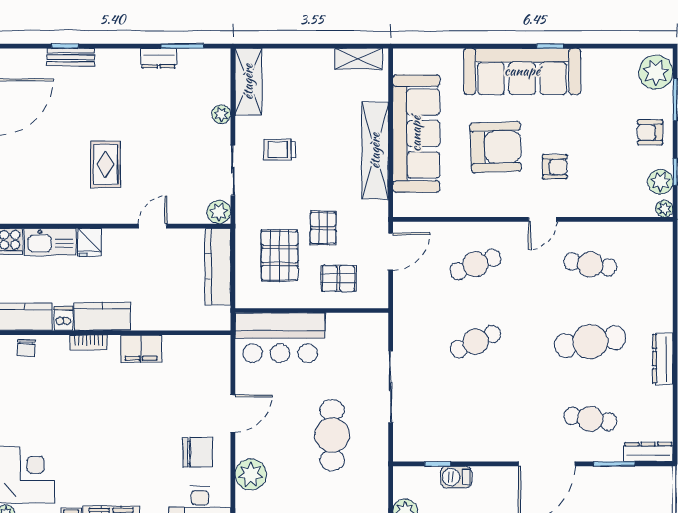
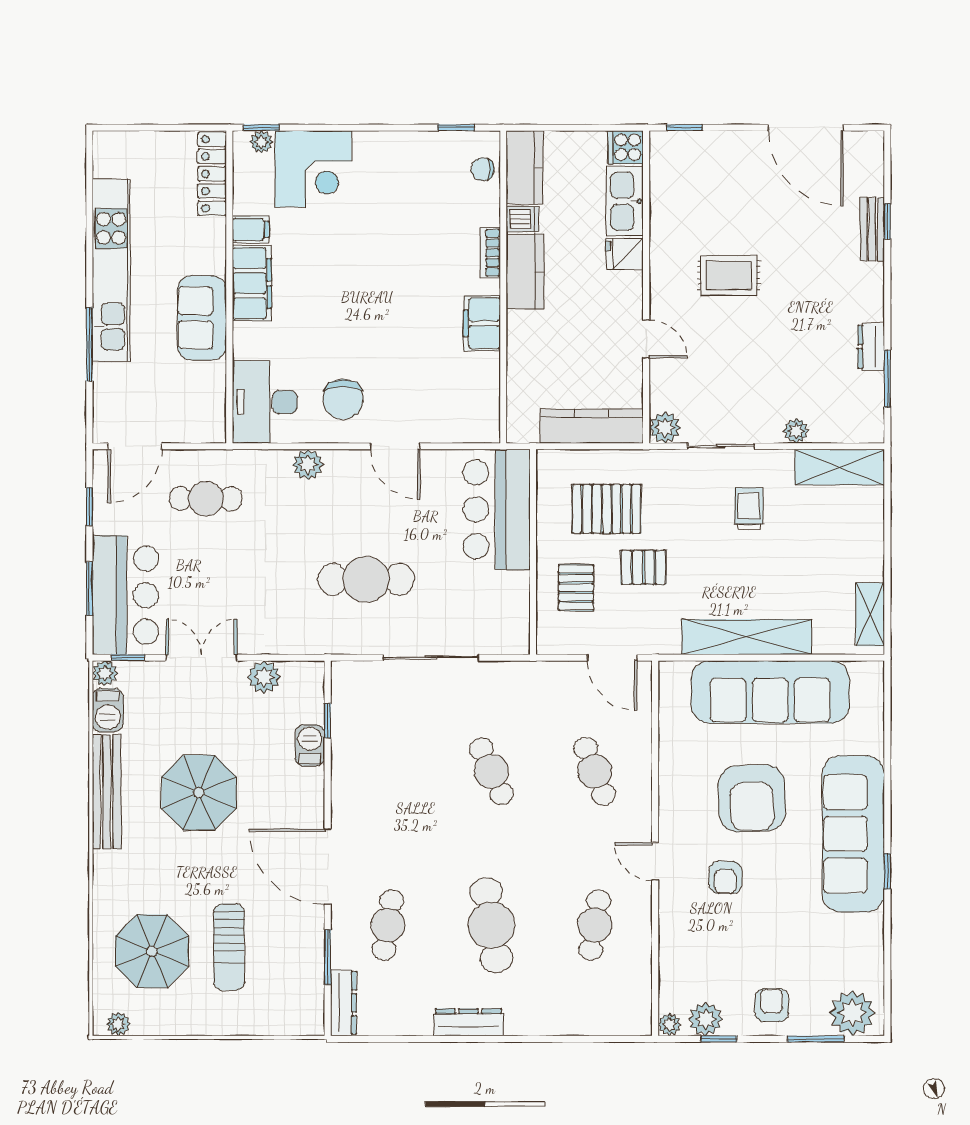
plant: (251, 474) -> (308, 465), width x0.73, depth x0.73

